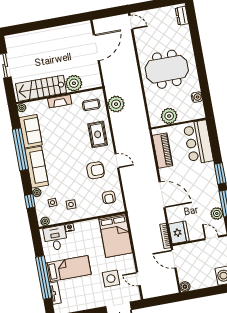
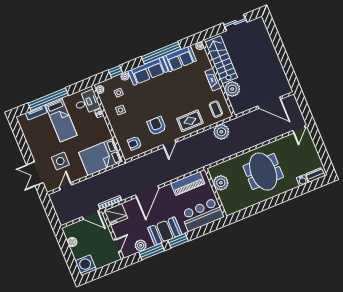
water cooler: (197, 97) -> (302, 180), moved
armchair: (96, 170) -> (157, 126), turned 180
booth: (207, 185) -> (165, 231), added
door: (174, 259) -> (91, 215), swing flipped
boiler: (185, 287) -> (72, 242), moved

